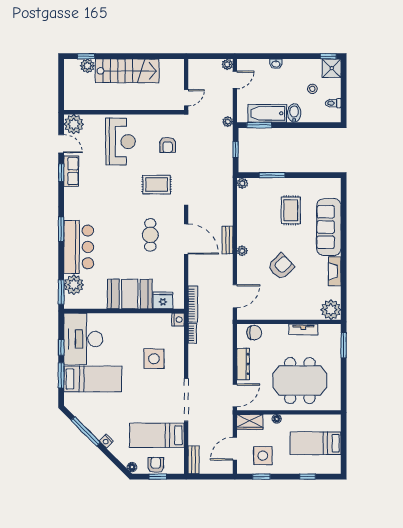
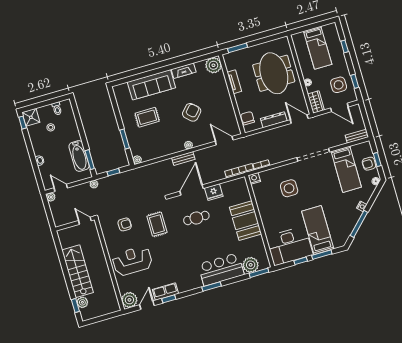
bidet: (294, 113) -> (73, 136), removed
armchair: (281, 266) -> (192, 112), turned 87
fridge: (163, 300) -> (214, 192), moved, turned -90

